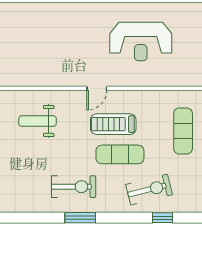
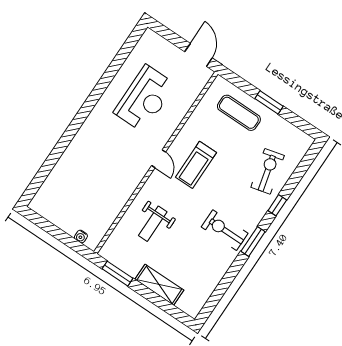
exercise mat: (120, 154) -> (224, 176), removed
exercise bike: (74, 187) -> (225, 230), turned -90
window: (162, 218) -> (277, 205), moved

